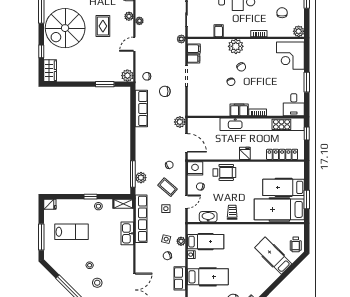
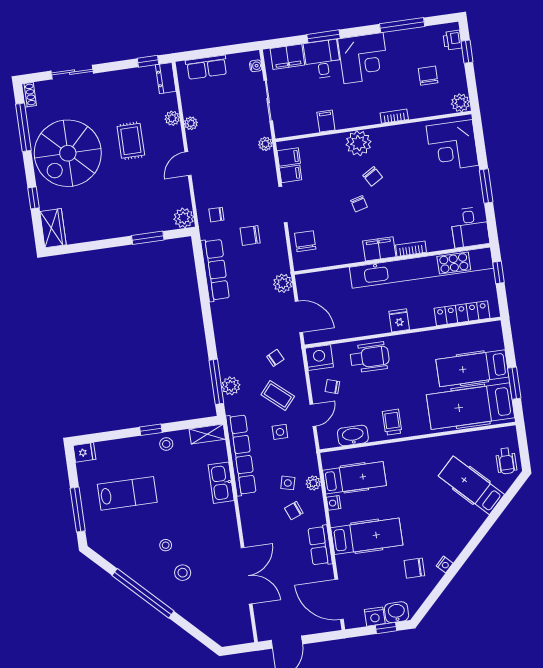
chair: (196, 99) -> (305, 241), added

